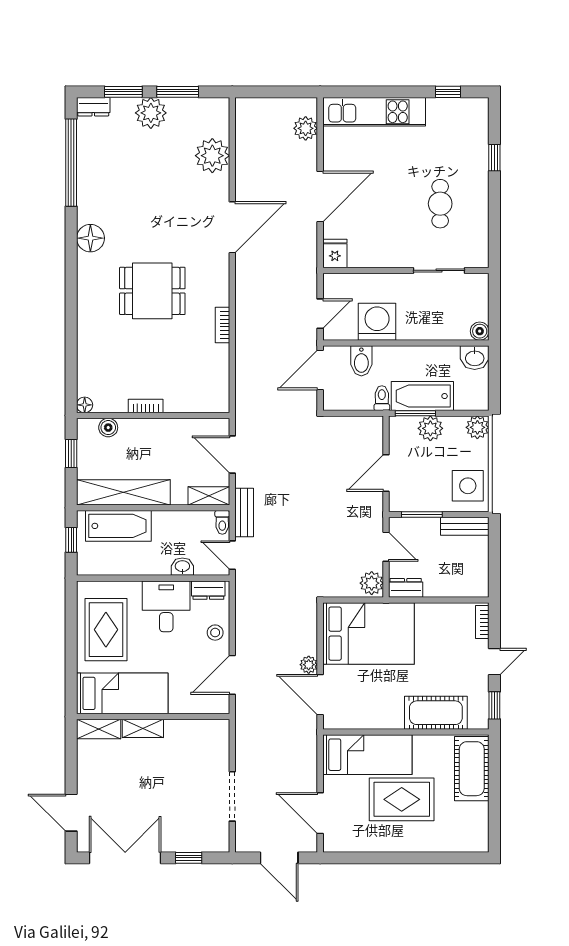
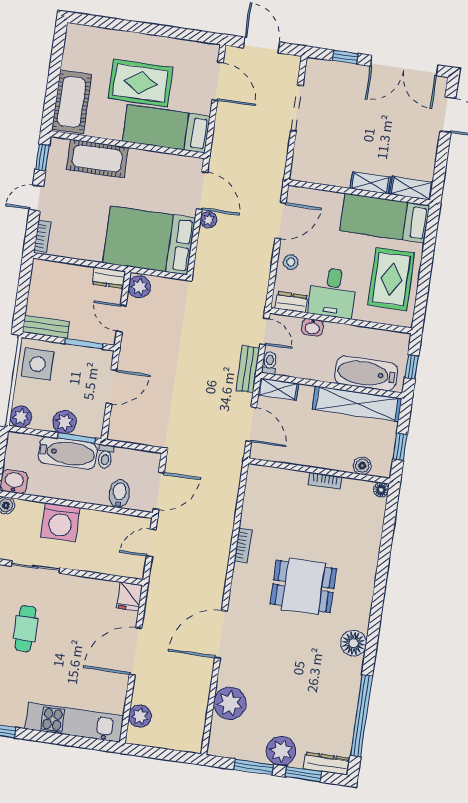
dresser: (93, 107) -> (327, 764), width x1.44
washing machine: (377, 322) -> (60, 522), moved

